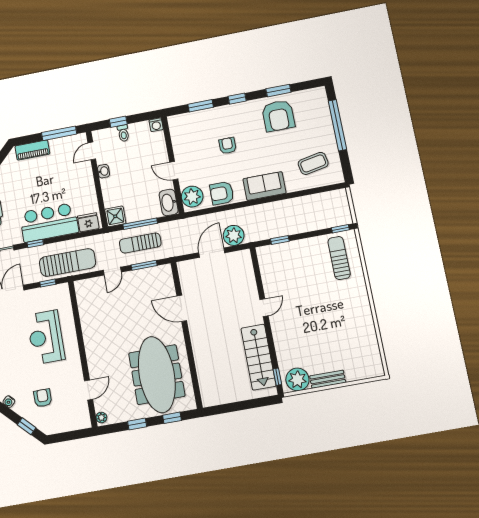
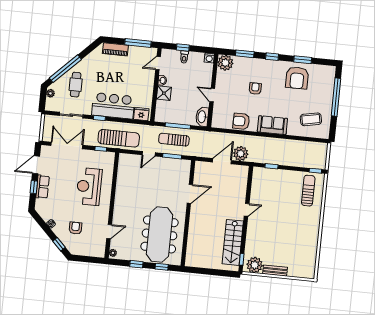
plant: (192, 197) -> (225, 63), moved
shower: (115, 216) -> (164, 93), moved
door: (182, 308) -> (190, 194), swing flipped

